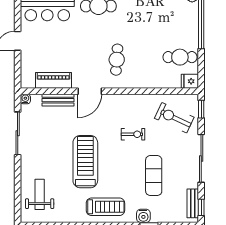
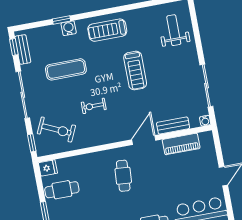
treadmill: (85, 162) -> (135, 71), width x0.73, depth x0.73
exercise mat: (154, 176) -> (66, 69), turned 90
weight bench: (40, 194) -> (174, 30), turned 180

